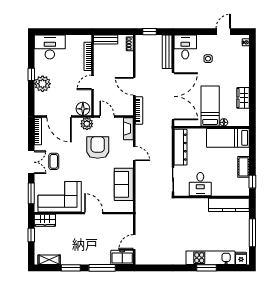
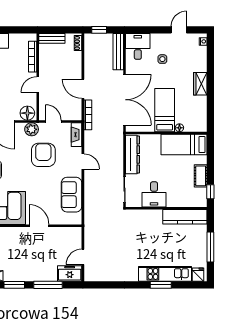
wardrobe: (243, 98) -> (200, 84), moved

